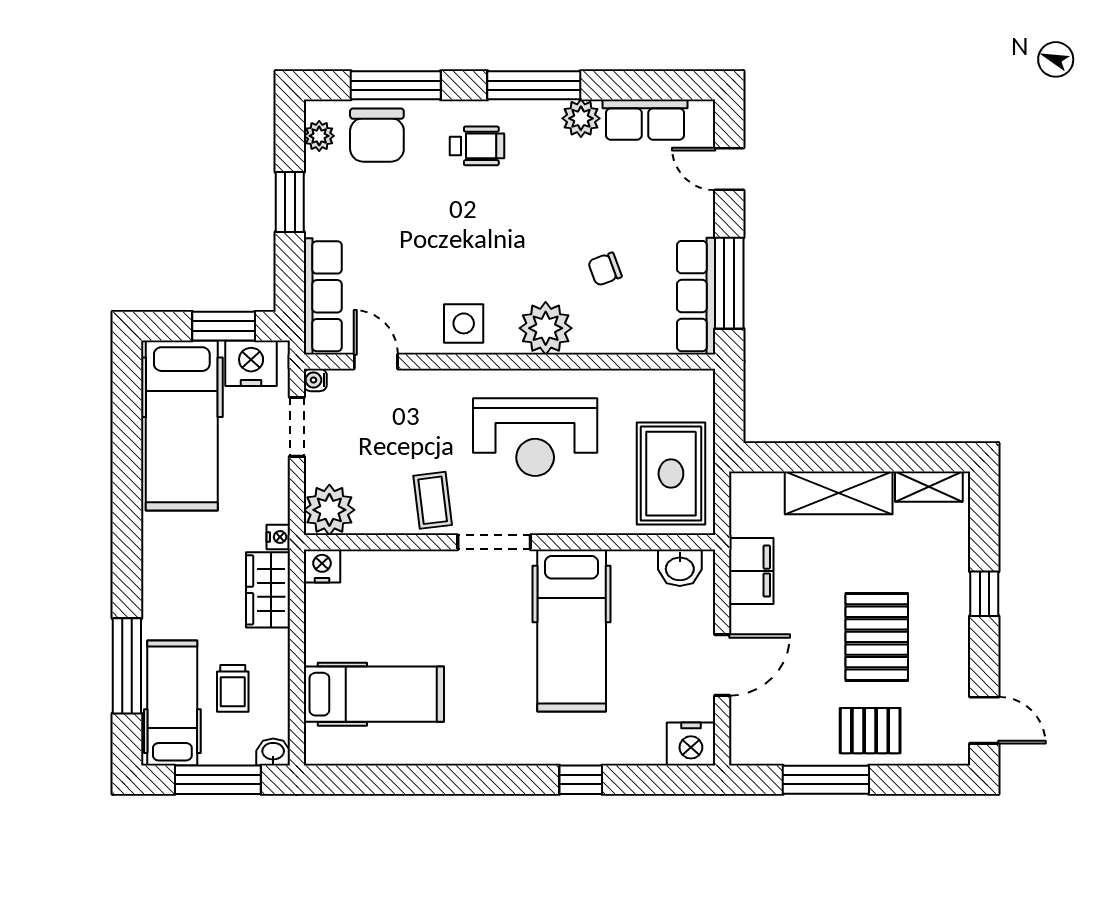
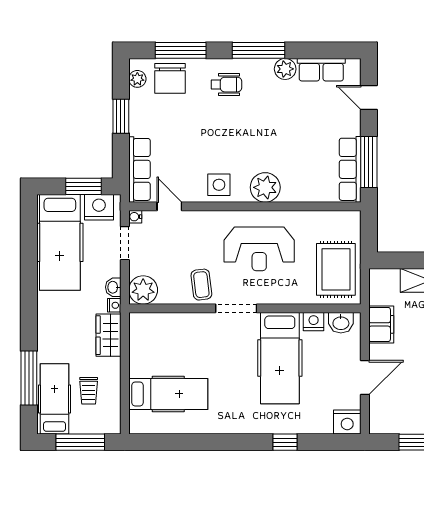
chair: (605, 269) -> (299, 154), removed
nightstand: (322, 566) -> (314, 322), moved
washbasin: (273, 752) -> (113, 287), moved, turned -90

